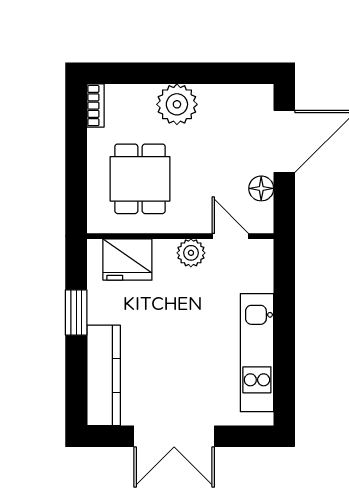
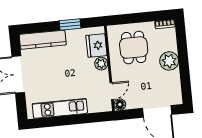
dining table: (140, 179) -> (134, 48), turned 90
floor lamp: (261, 188) -> (120, 104), moved
plant: (191, 253) -> (101, 64), moved

